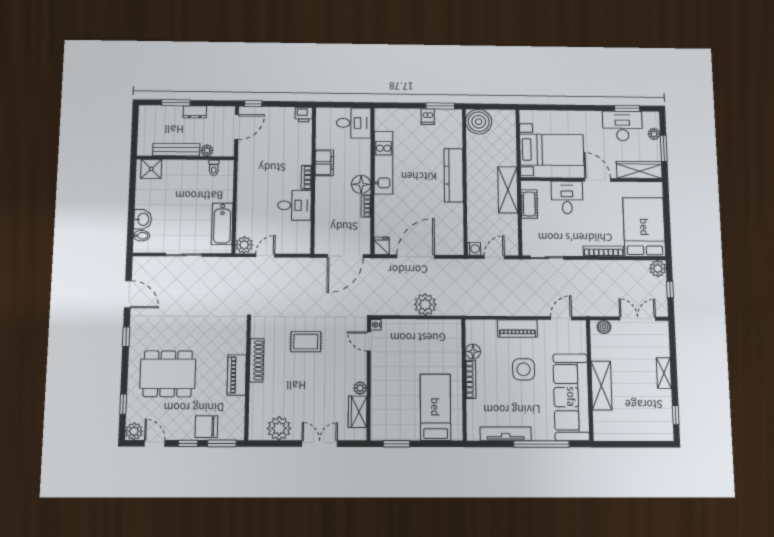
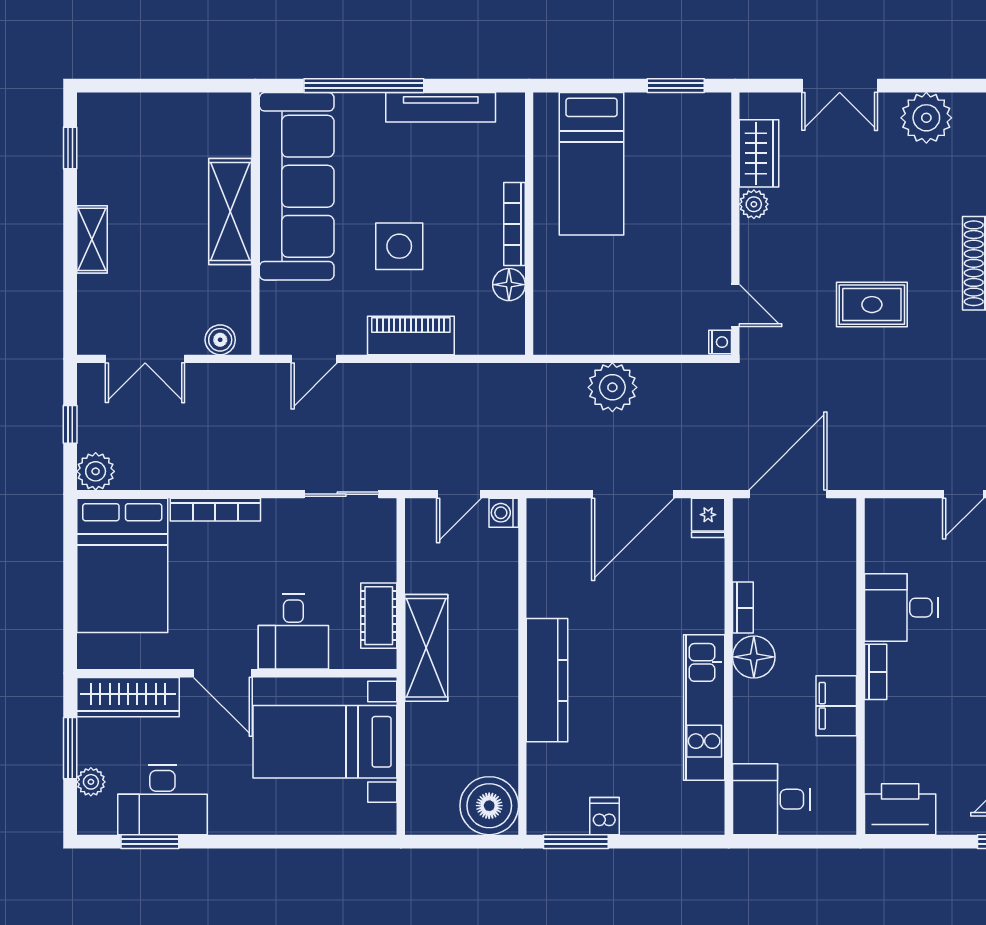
printer: (304, 115) -> (900, 809), width x1.87, depth x1.48

